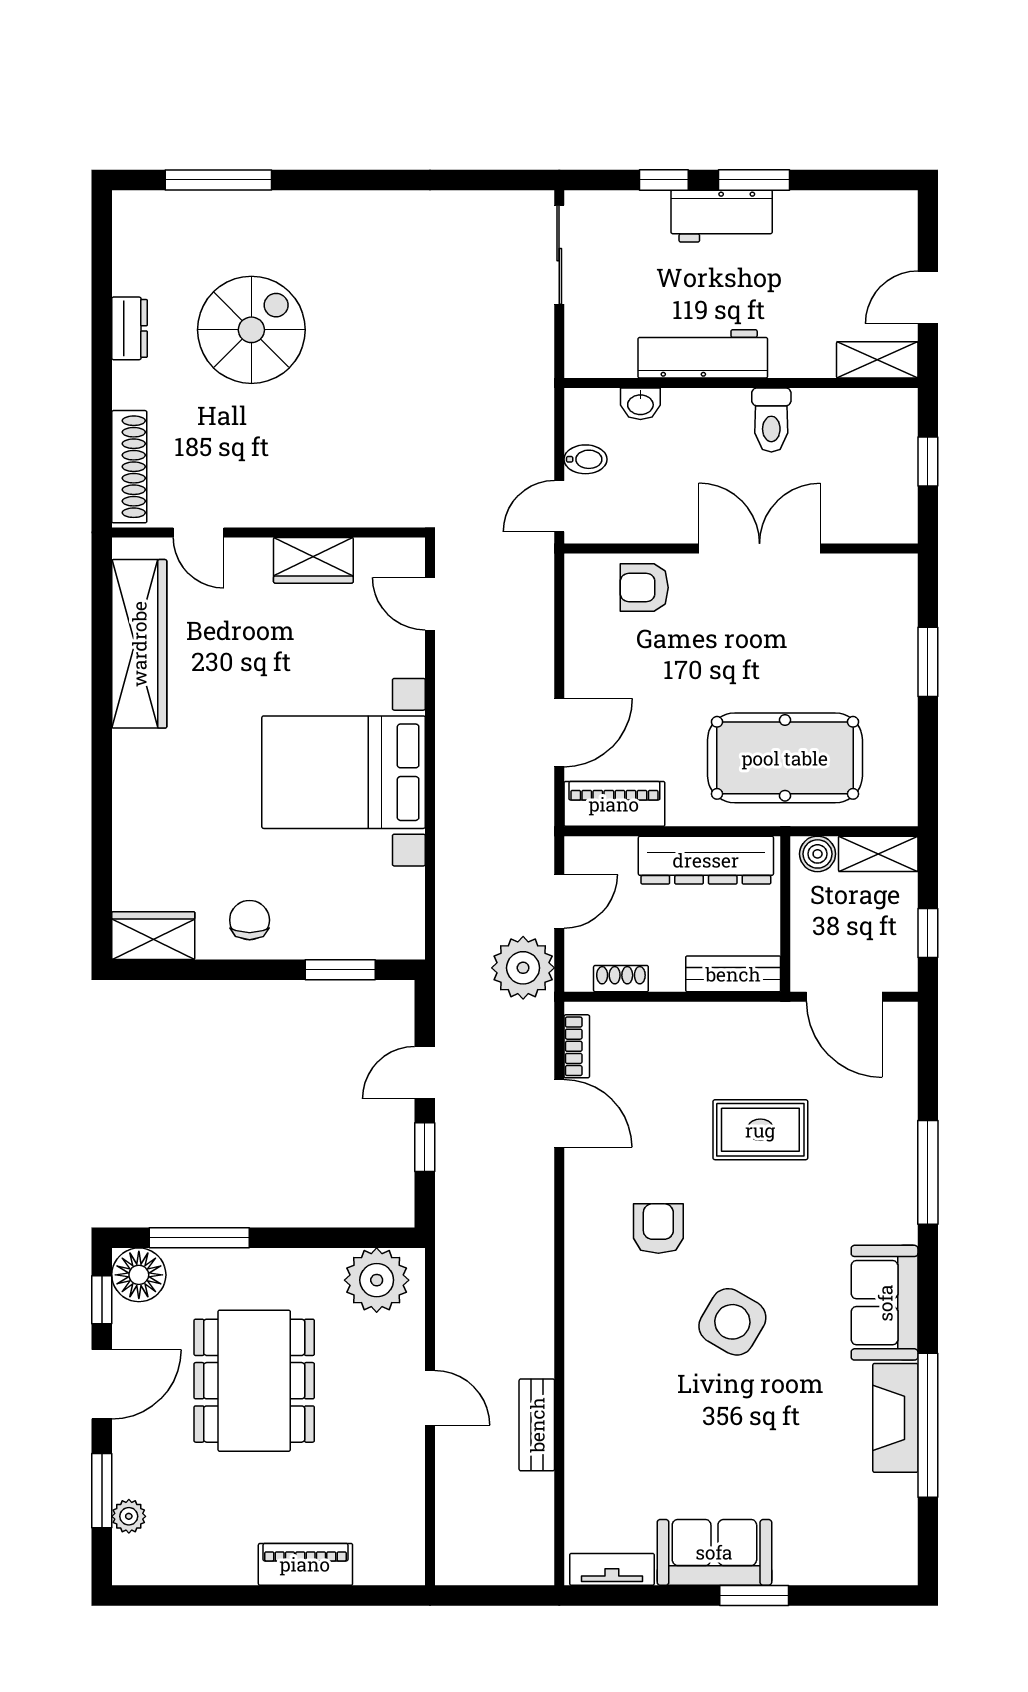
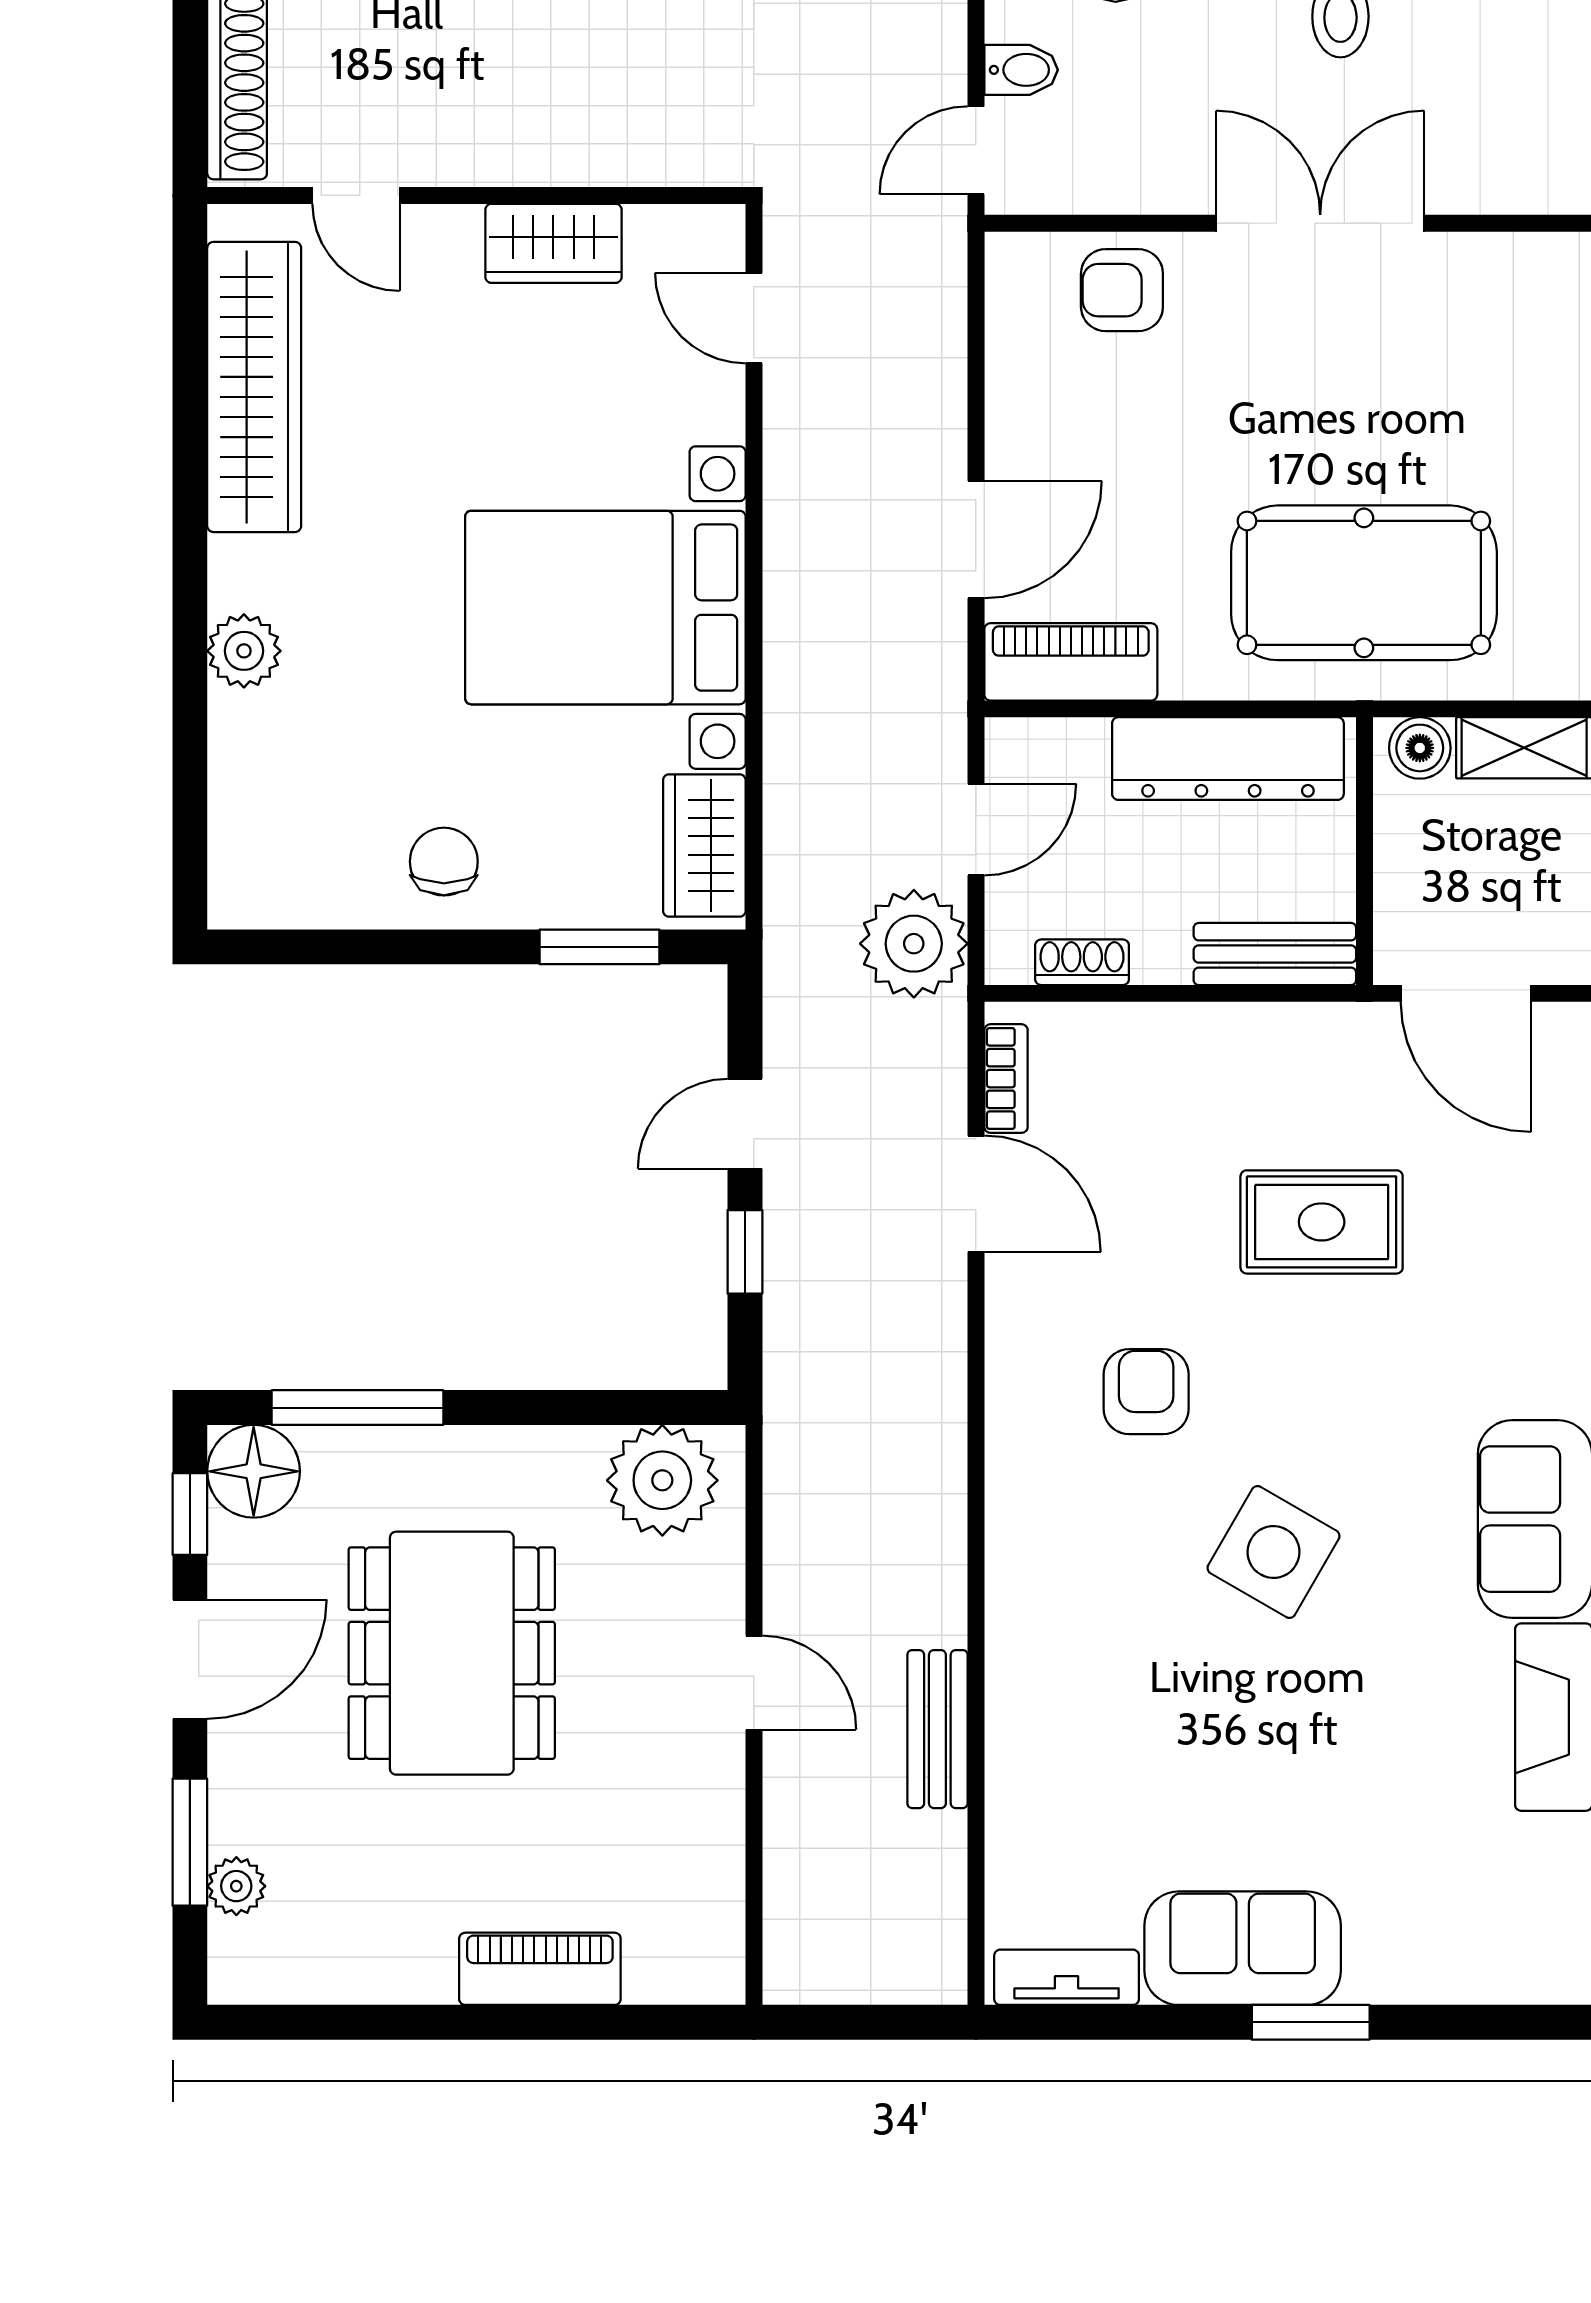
plant: (133, 797) -> (244, 651), added
wardrobe: (153, 936) -> (704, 846), moved, turned -90

